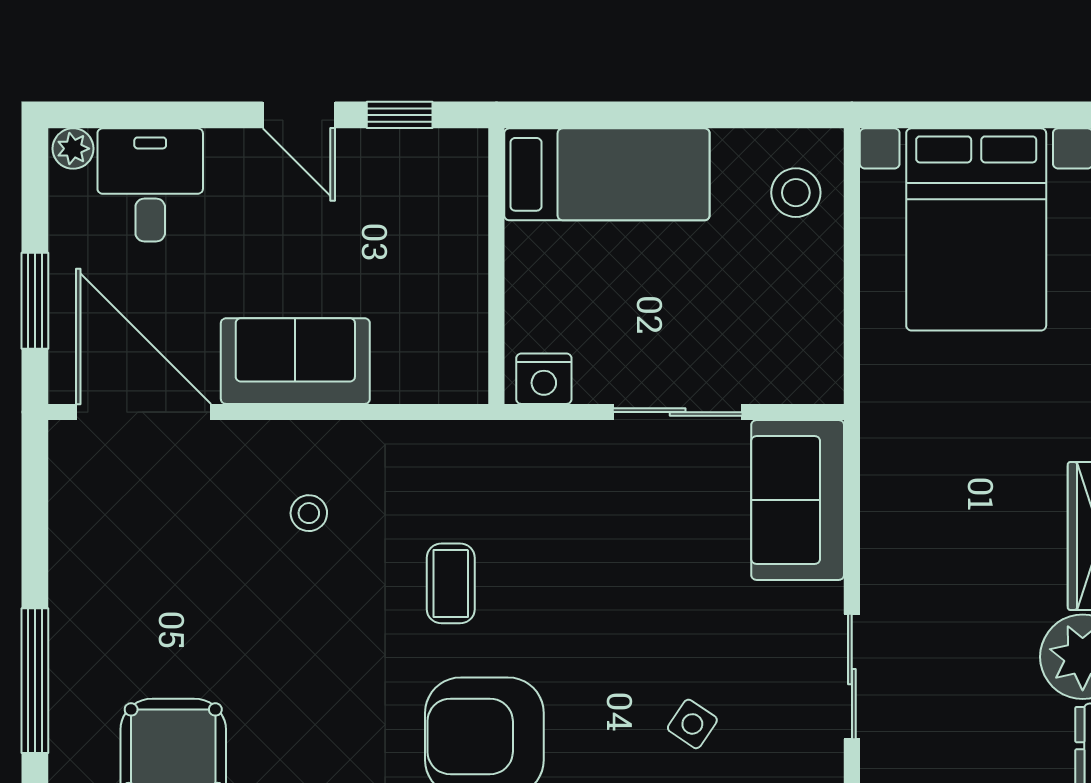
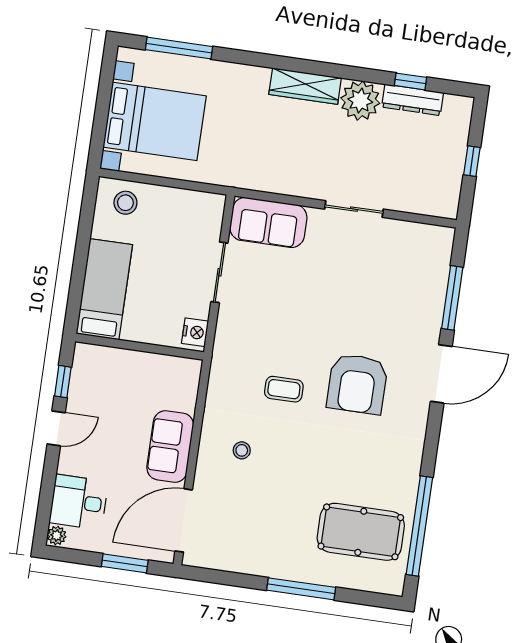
side table: (692, 724) -> (365, 286), removed

